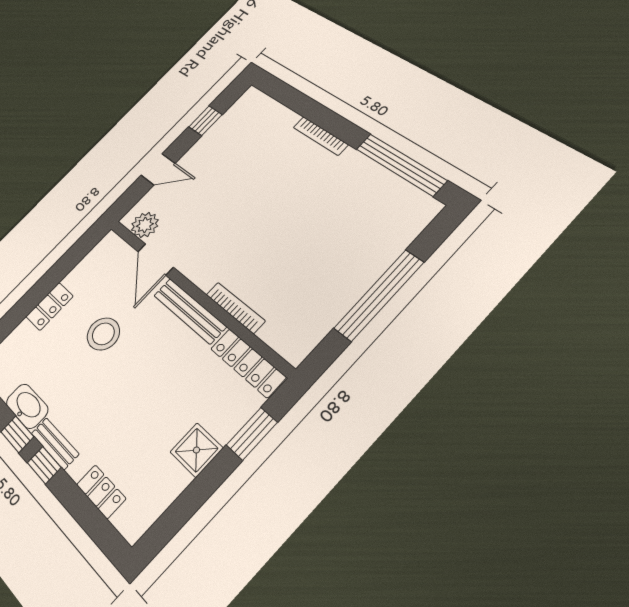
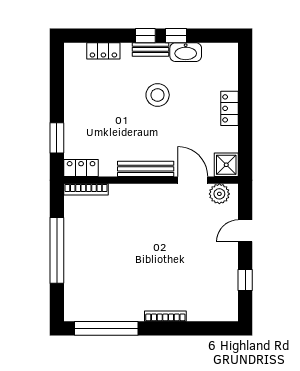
bookcase: (235, 308) -> (86, 189), moved
stool: (103, 334) -> (158, 95), moved
locker: (248, 363) -> (81, 168), width x0.66
shower: (196, 450) -> (226, 165), moved

